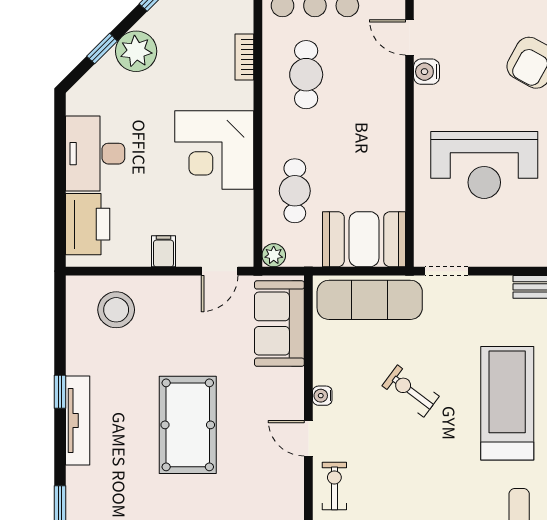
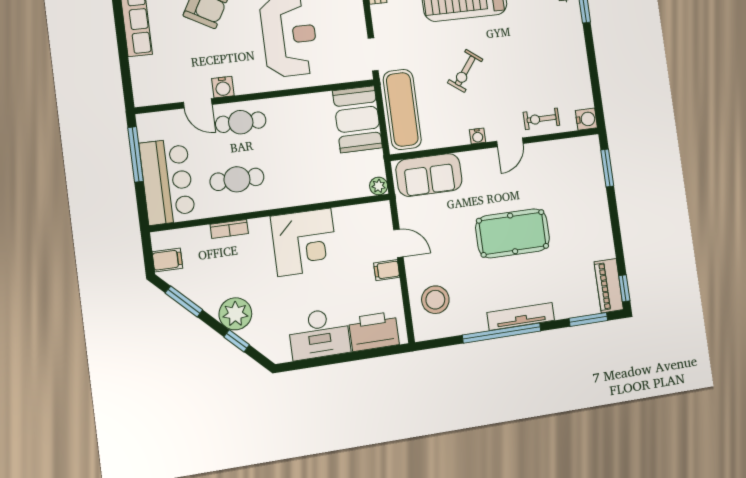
door: (409, 37) -> (198, 103), hinge flipped
cafe table: (295, 191) -> (241, 122), moved
door: (220, 271) -> (398, 243), moved
window: (60, 392) -> (502, 333), width x3.17

